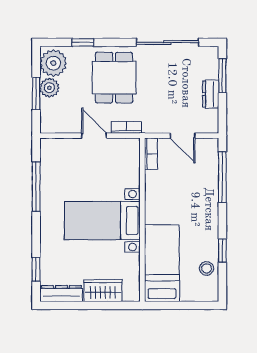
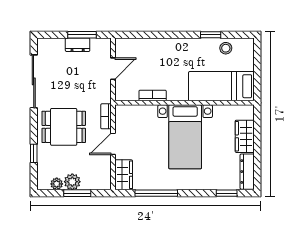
plant: (53, 63) -> (57, 184), width x0.53, depth x0.53
window: (222, 76) -> (82, 35), moved
wardrobe: (58, 148) -> (124, 175), added
bookcase: (151, 154) -> (153, 95), moved
window: (222, 177) -> (148, 35), removed

